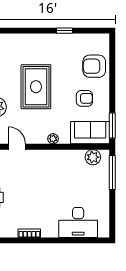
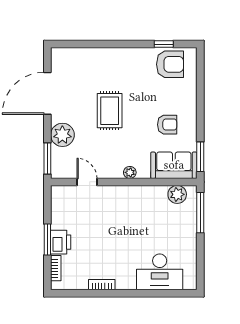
window: (65, 31) -> (164, 44), moved
armchair: (94, 66) -> (170, 64), moved, turned 180
rug: (36, 87) -> (110, 111), width x0.73, depth x0.70

